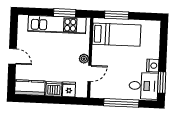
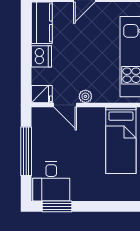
nightstand: (153, 66) -> (80, 193), removed
fridge: (69, 89) -> (42, 94), moved

